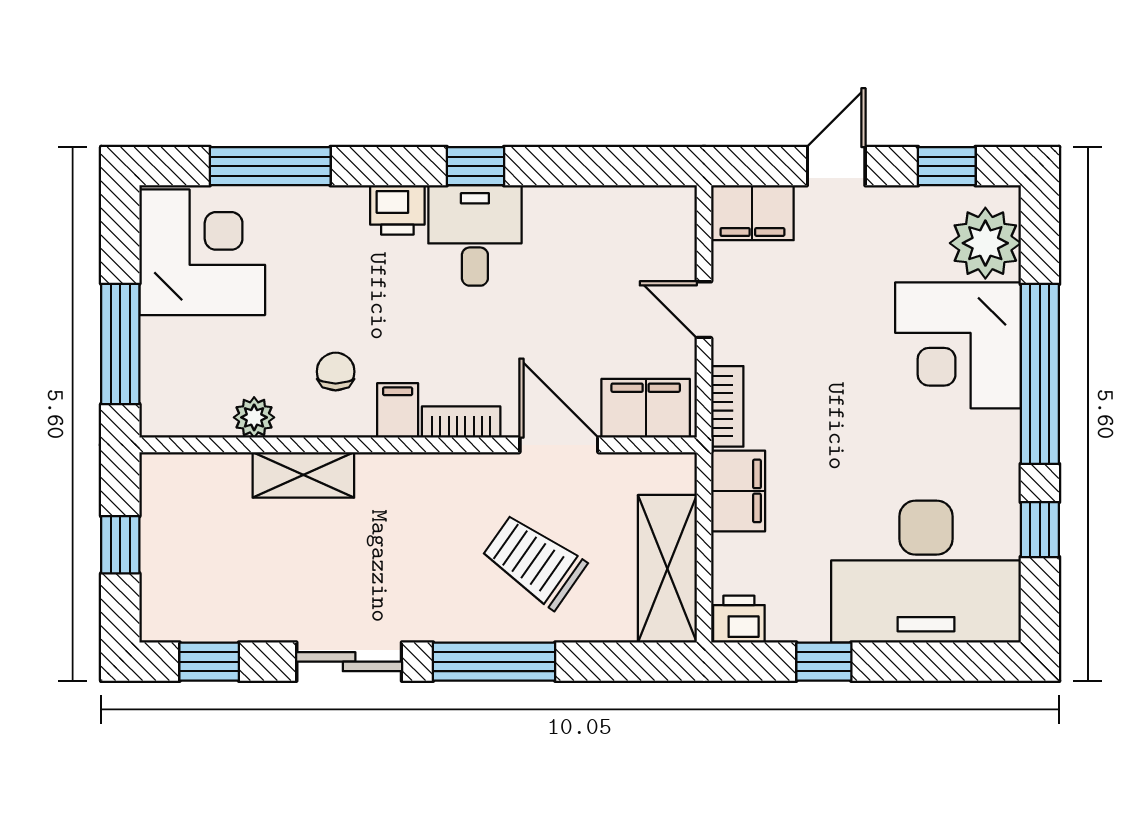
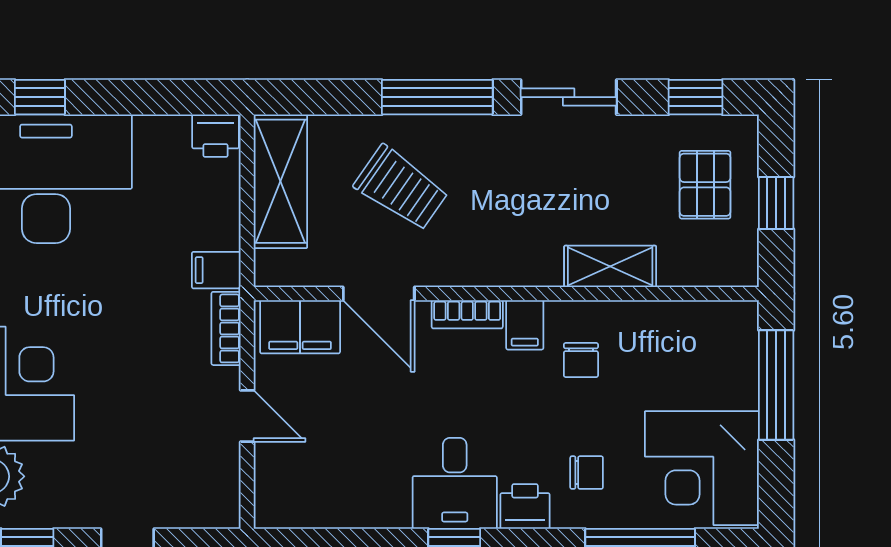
filing cabinet: (752, 213) -> (203, 504), removed
chair: (329, 247) -> (587, 473), added
plant: (254, 417) -> (655, 318), removed
filing cabinet: (738, 491) -> (216, 270), width x0.50
pallet: (199, 565) -> (705, 185), added
window: (824, 662) -> (40, 97), moved

